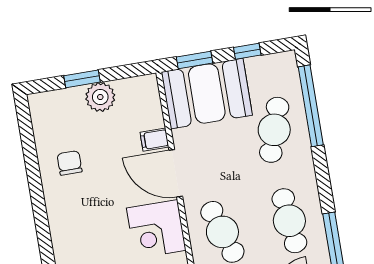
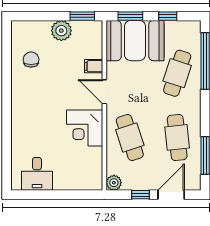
window: (82, 79) -> (82, 16), moved
chair: (70, 163) -> (31, 60), moved
door: (176, 173) -> (104, 92), width x0.73

